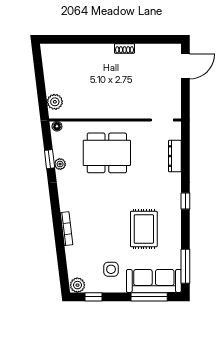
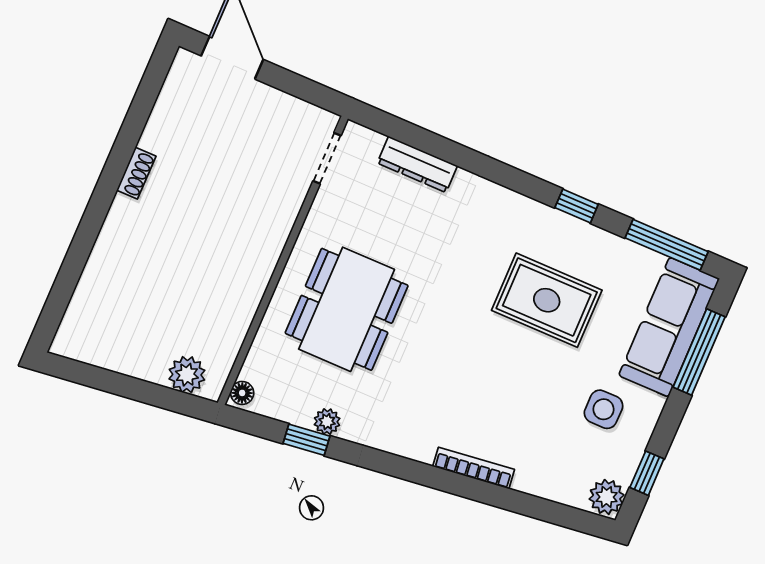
window: (185, 201) -> (577, 206), moved

